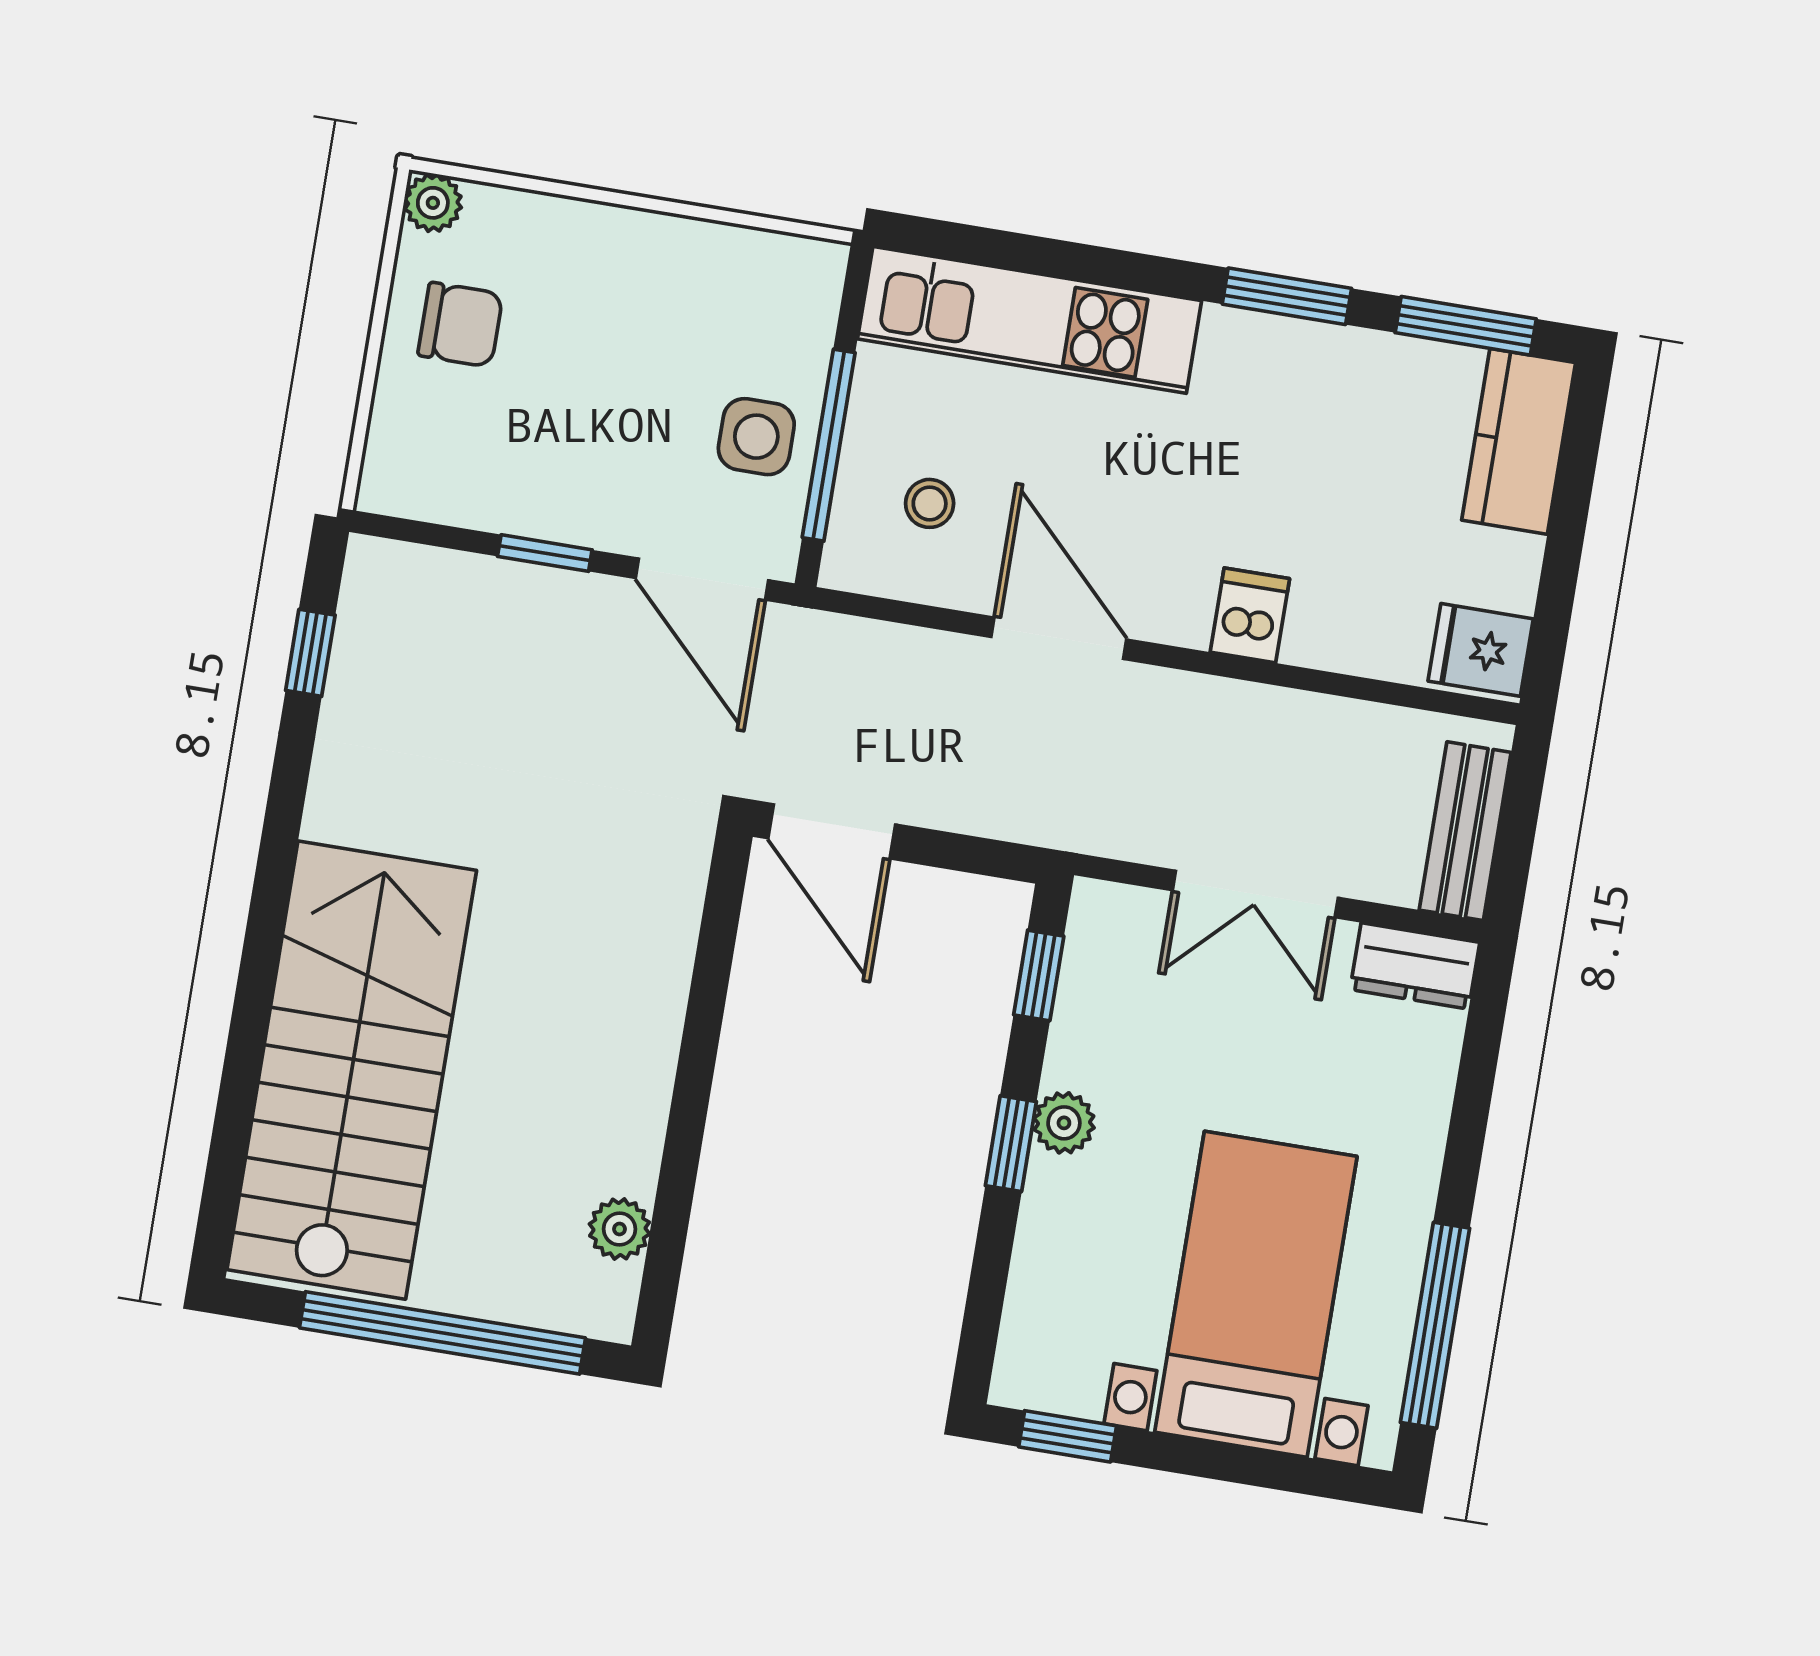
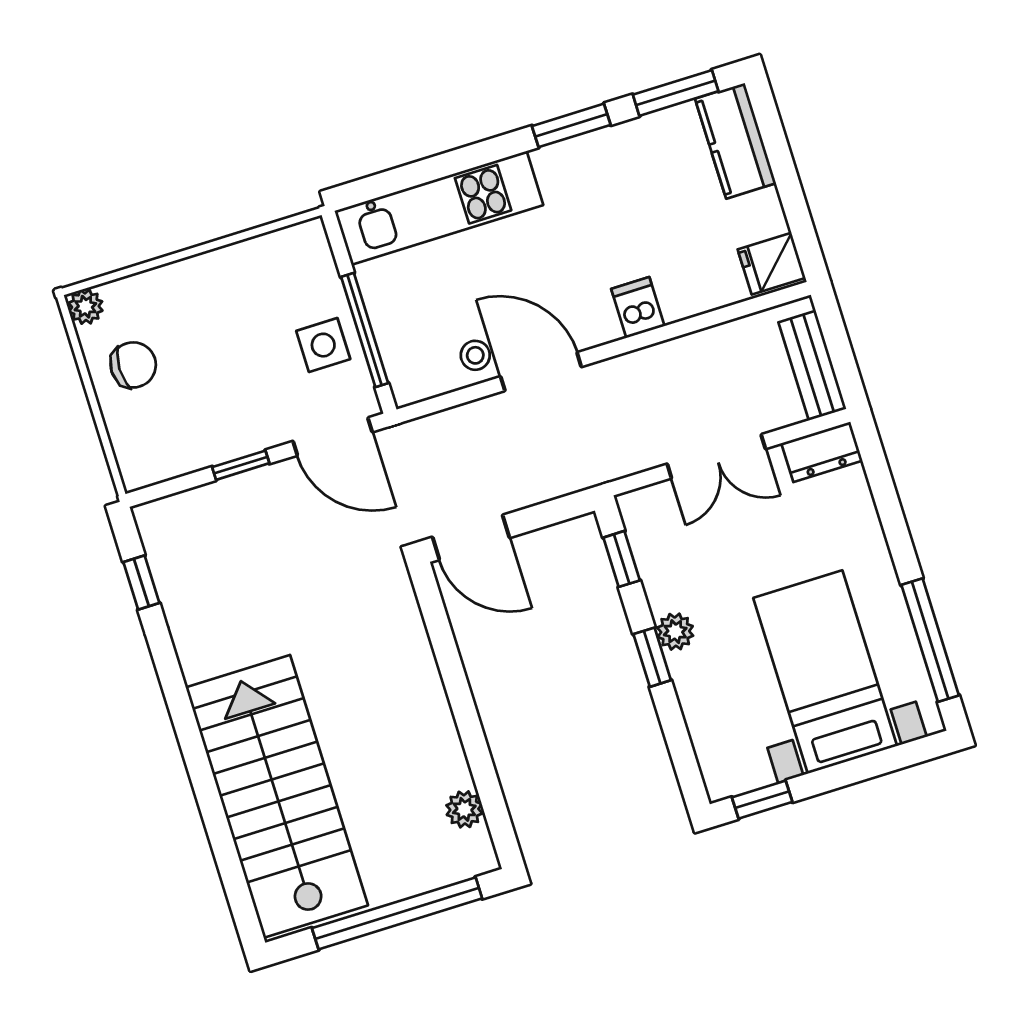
stool: (930, 503) -> (475, 355), moved

